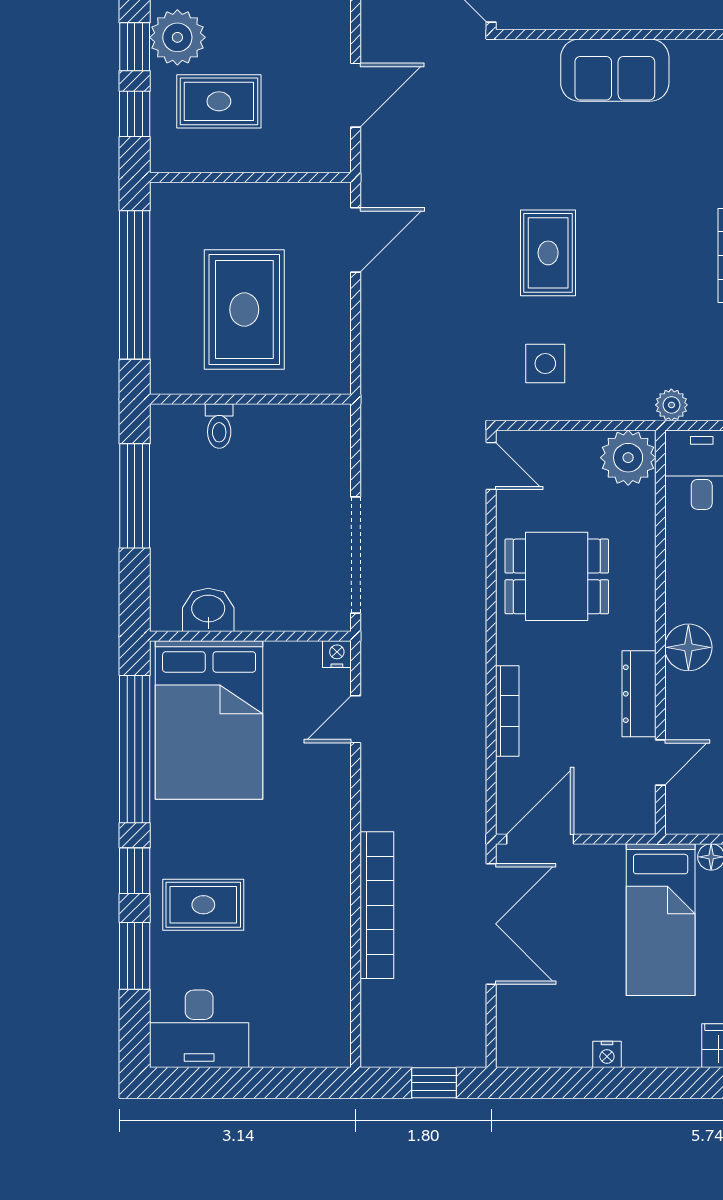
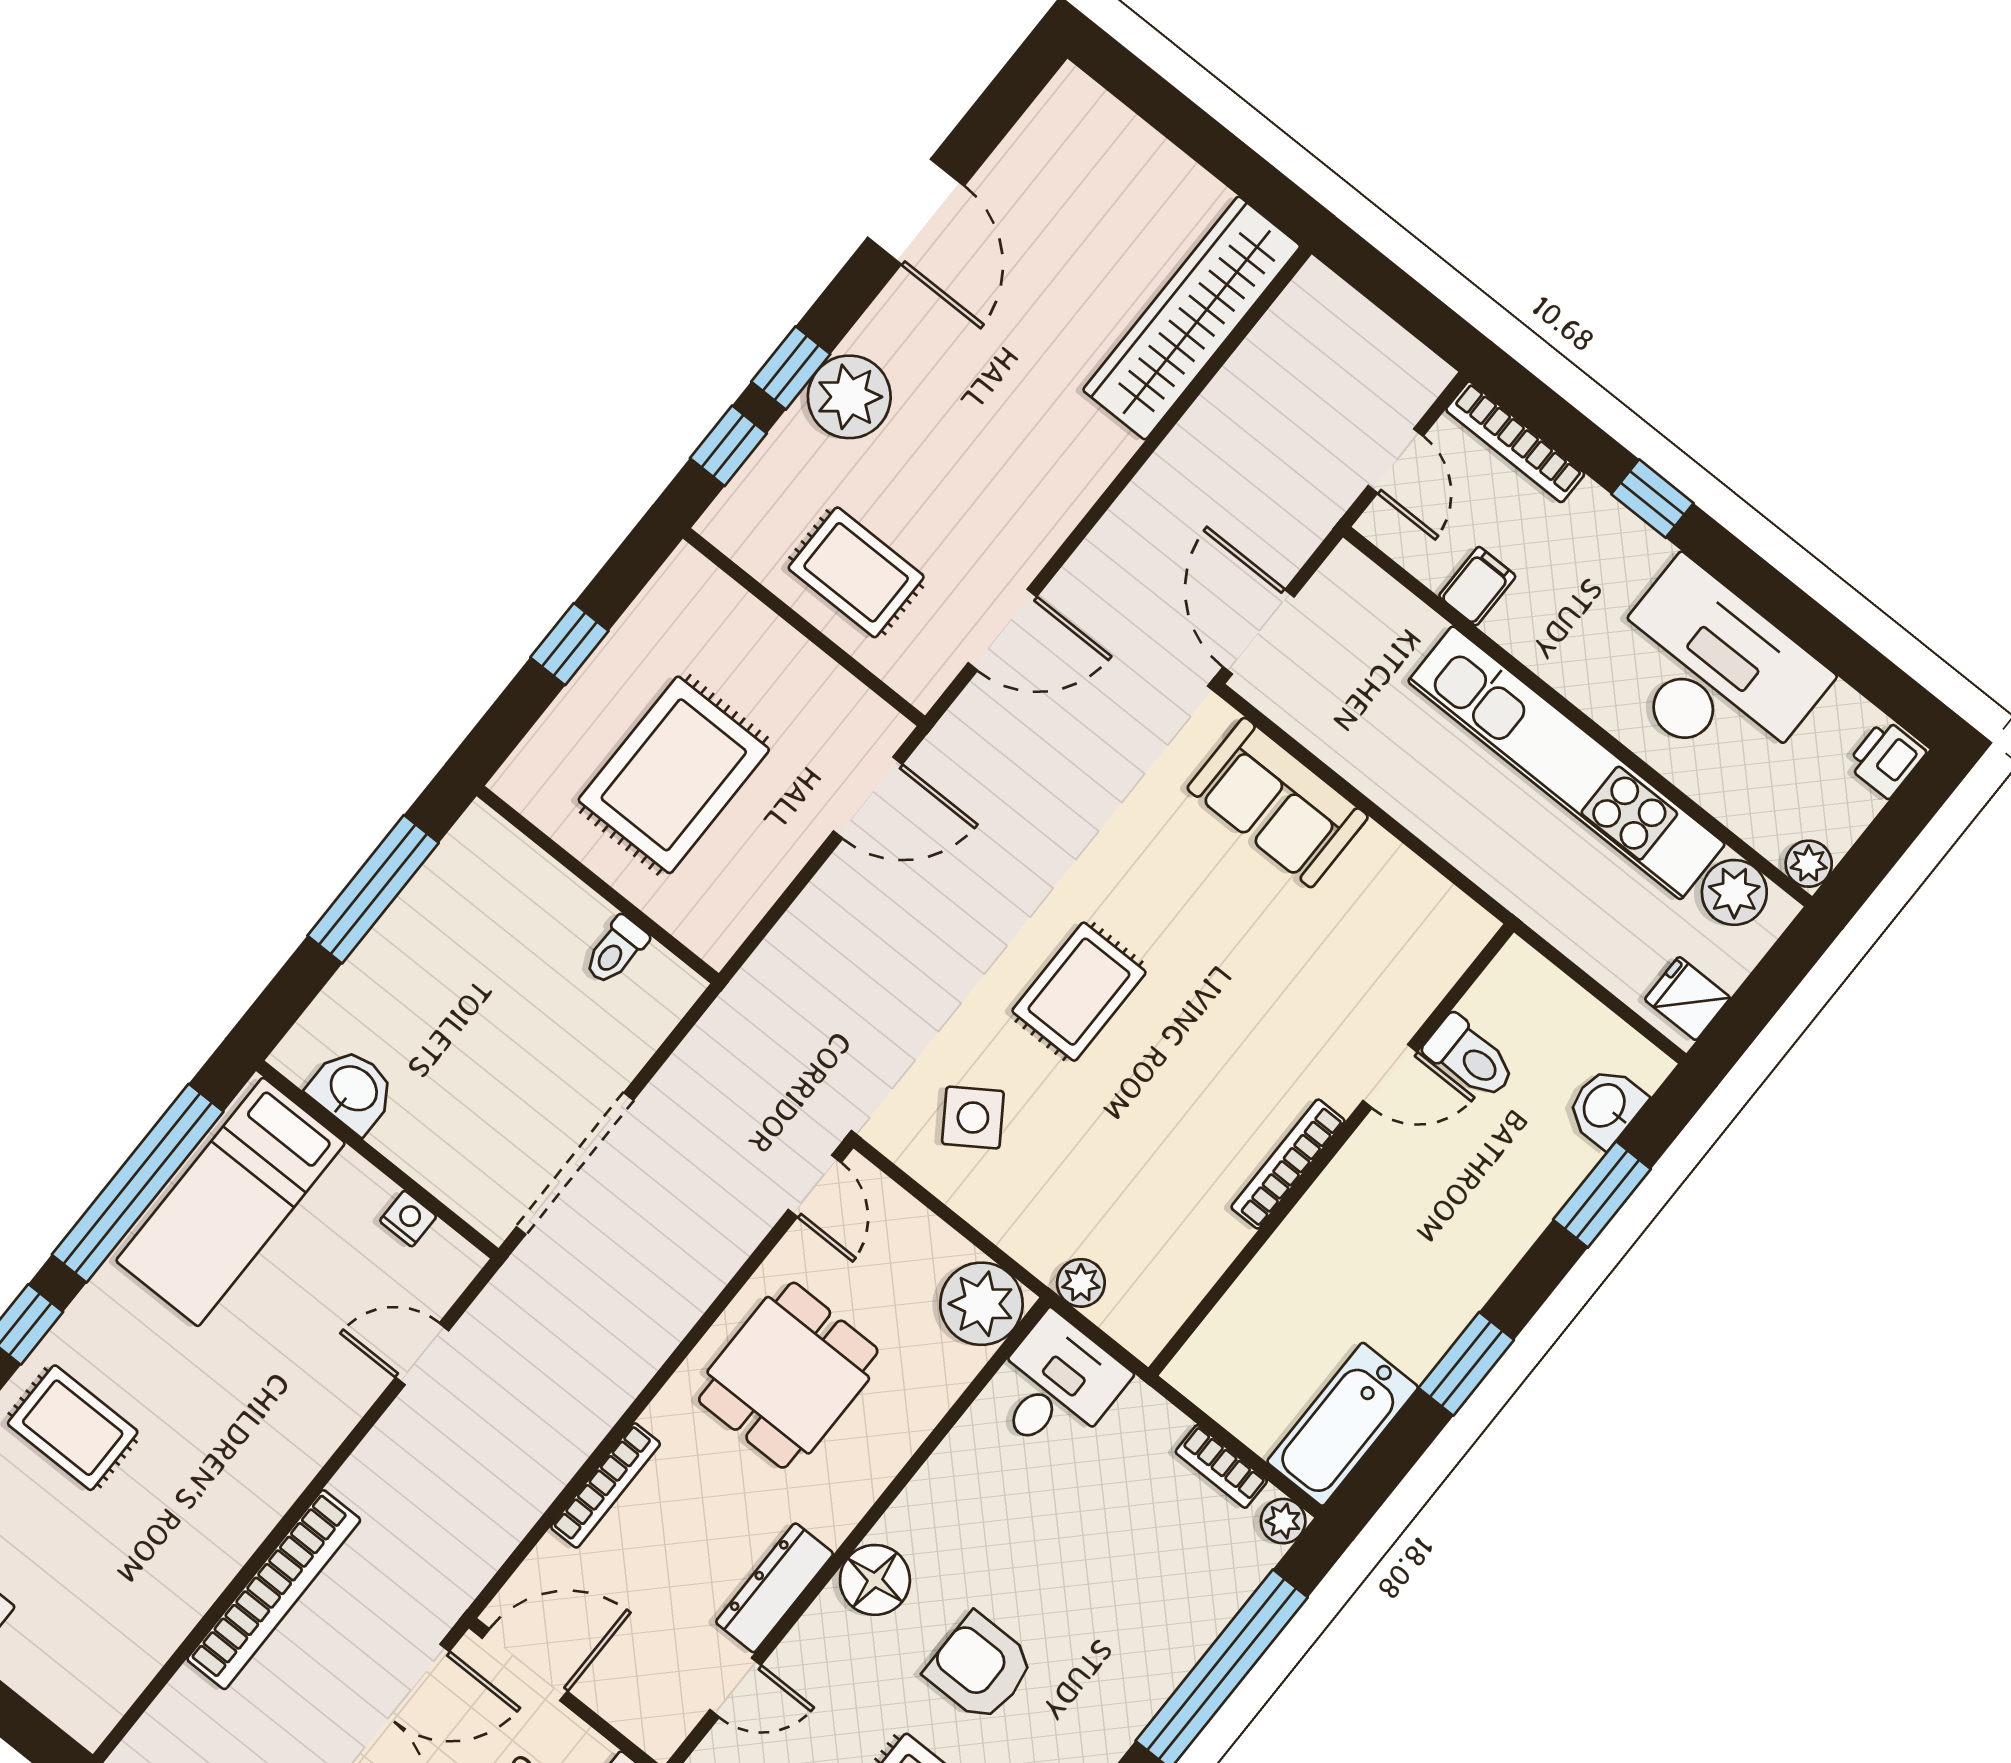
sofa: (615, 70) -> (1278, 803), moved
rug: (219, 101) -> (856, 572), moved
window: (135, 285) -> (569, 644), width x0.32
side table: (545, 364) -> (973, 1118), turned -34
toilet: (219, 426) -> (616, 950), moved
dining table: (557, 576) -> (788, 1375), turned 90
nightstand: (337, 654) -> (408, 1219), moved
bed: (209, 720) -> (231, 1202), width x0.67

